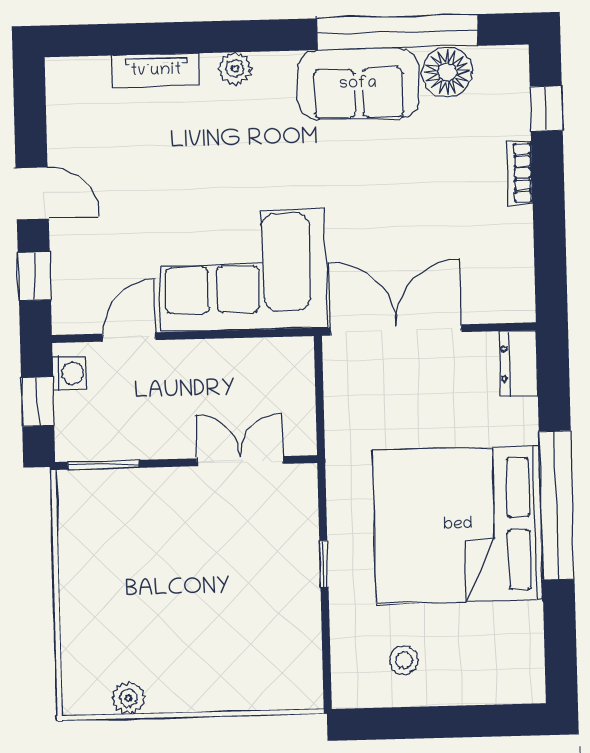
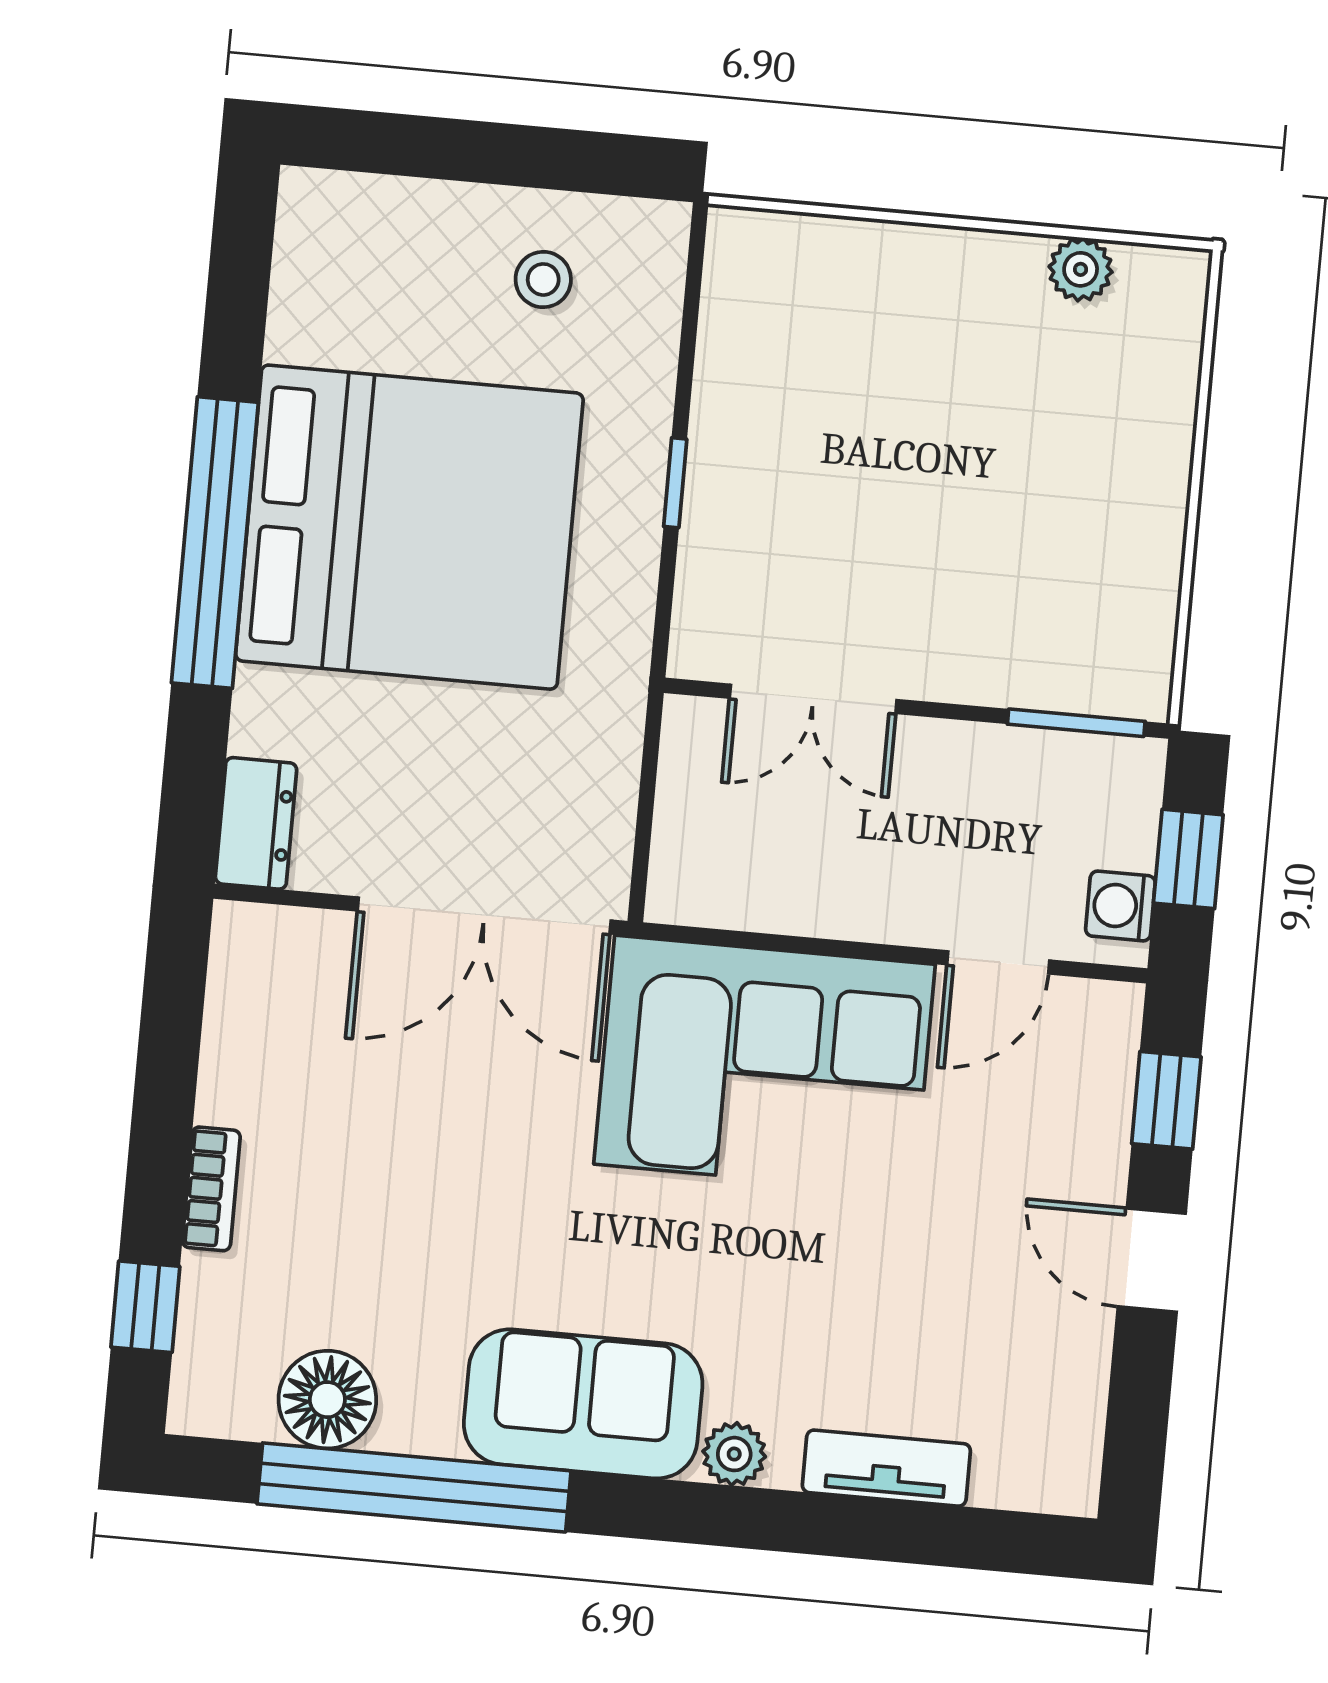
sofa: (358, 84) -> (583, 1404), moved

